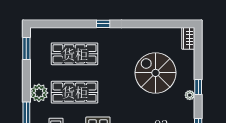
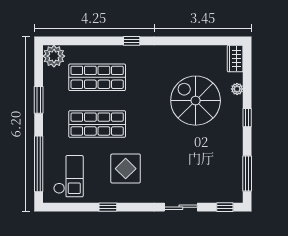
window: (26, 49) -> (39, 100), moved
plant: (39, 93) -> (54, 56), moved
plant: (190, 95) -> (237, 89), moved

